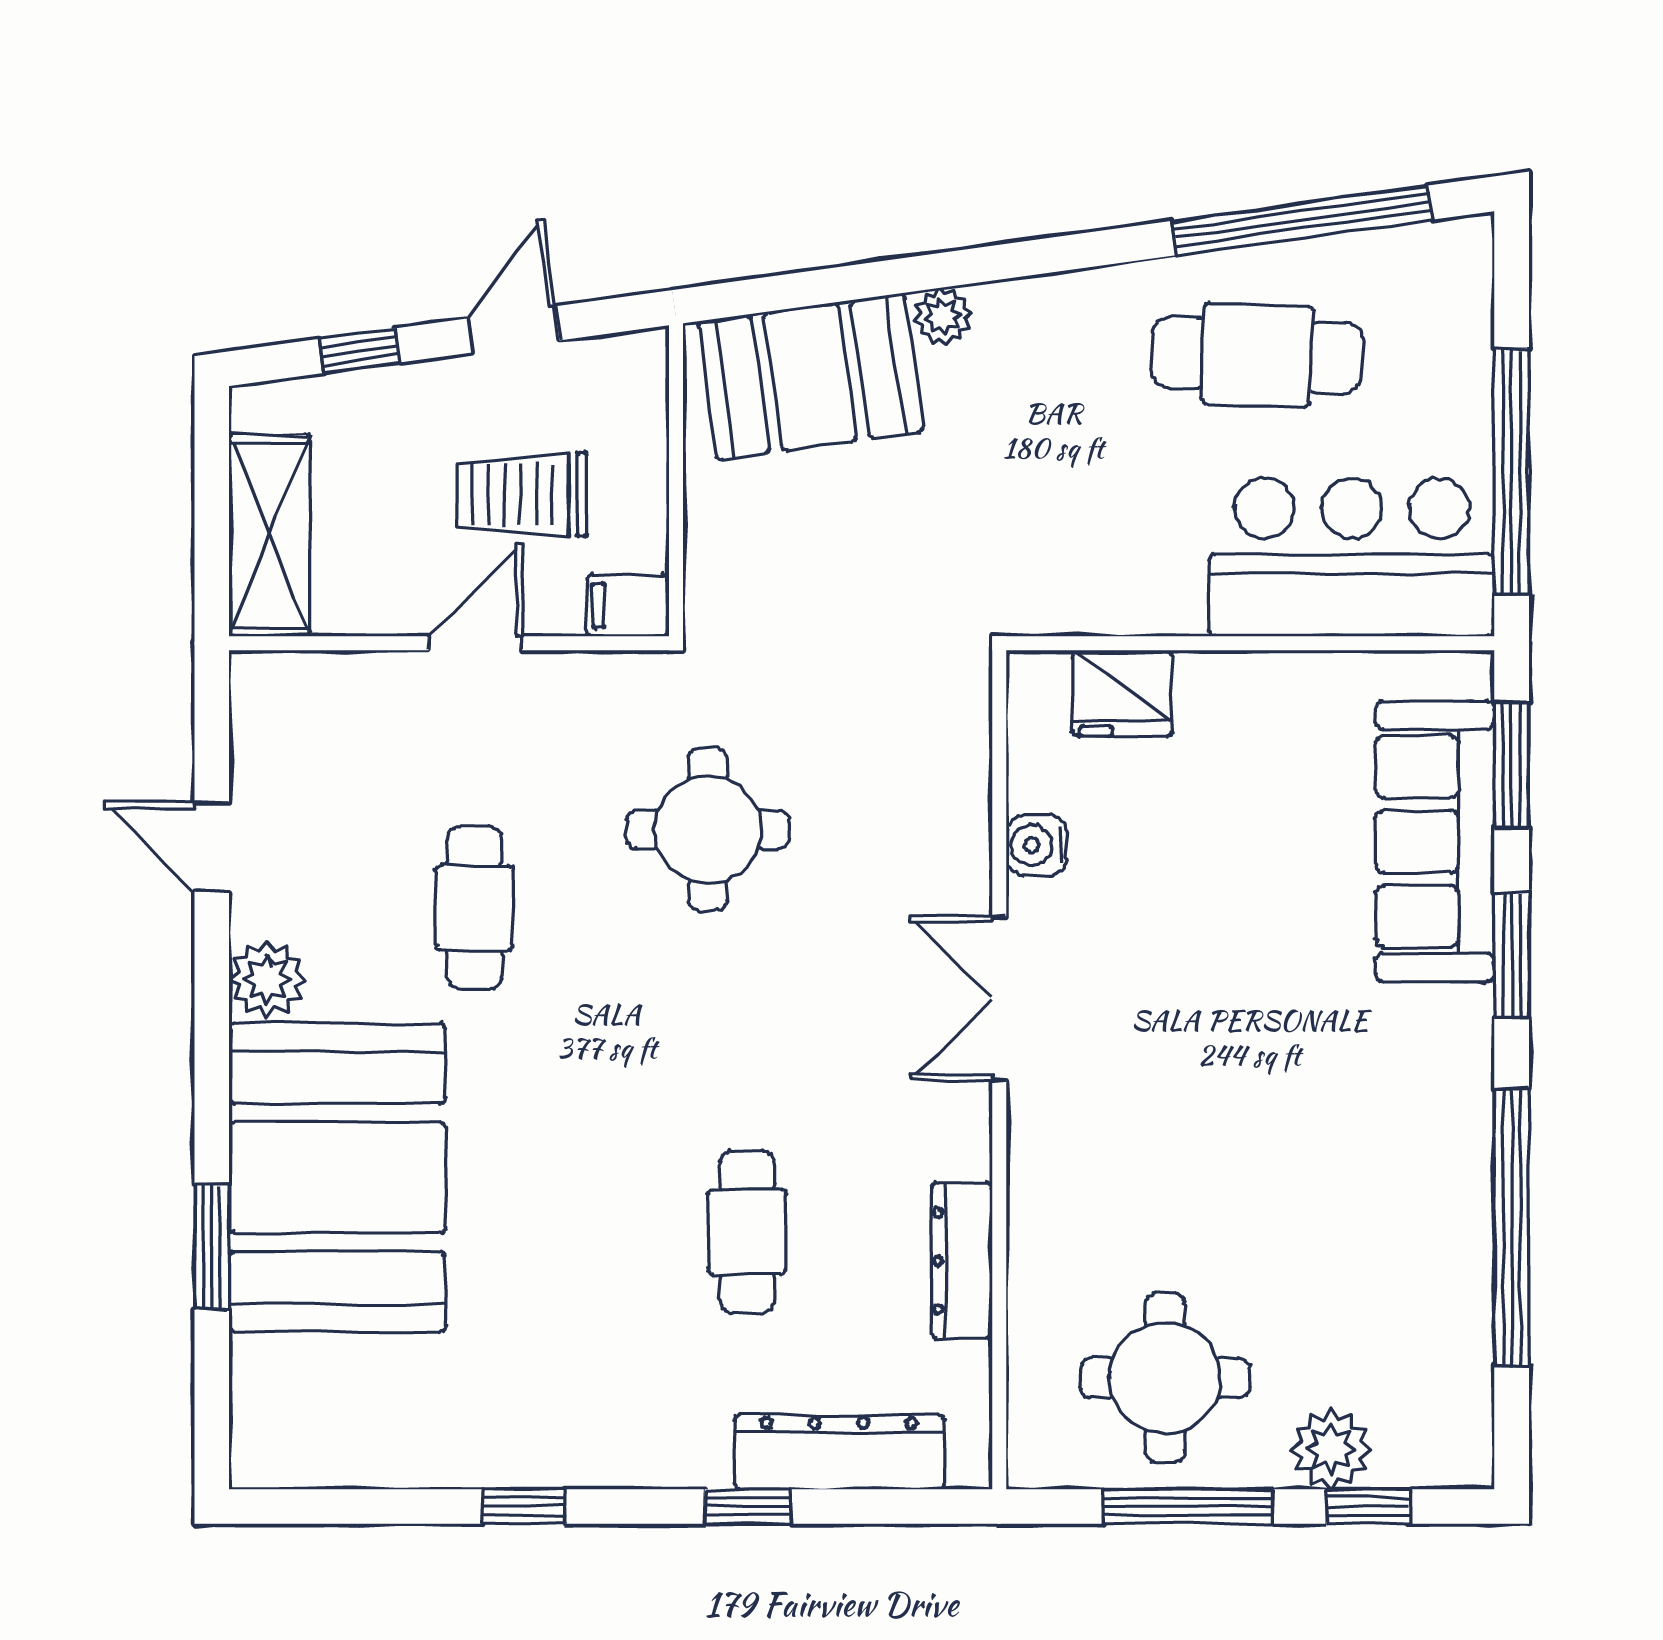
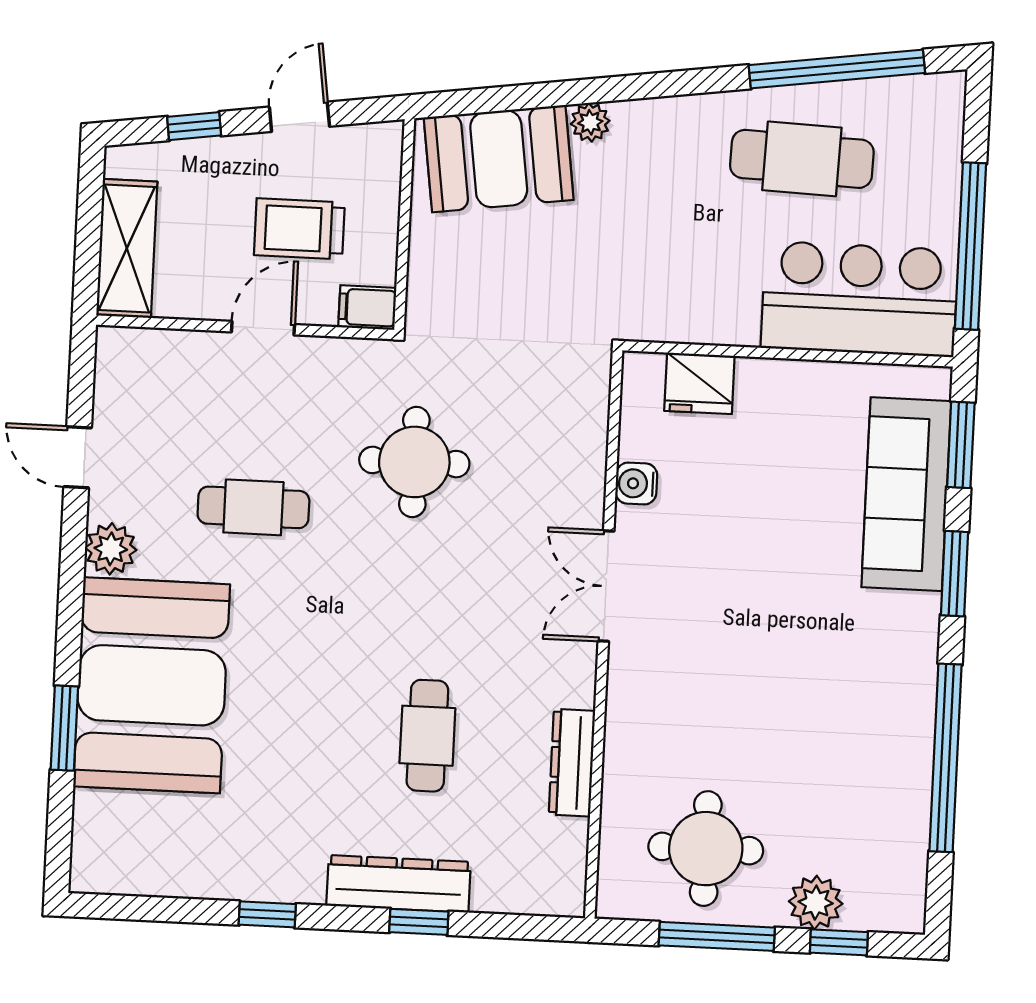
cafe table: (474, 908) -> (253, 507), turned 90
dresser: (839, 1452) -> (399, 884), moved

